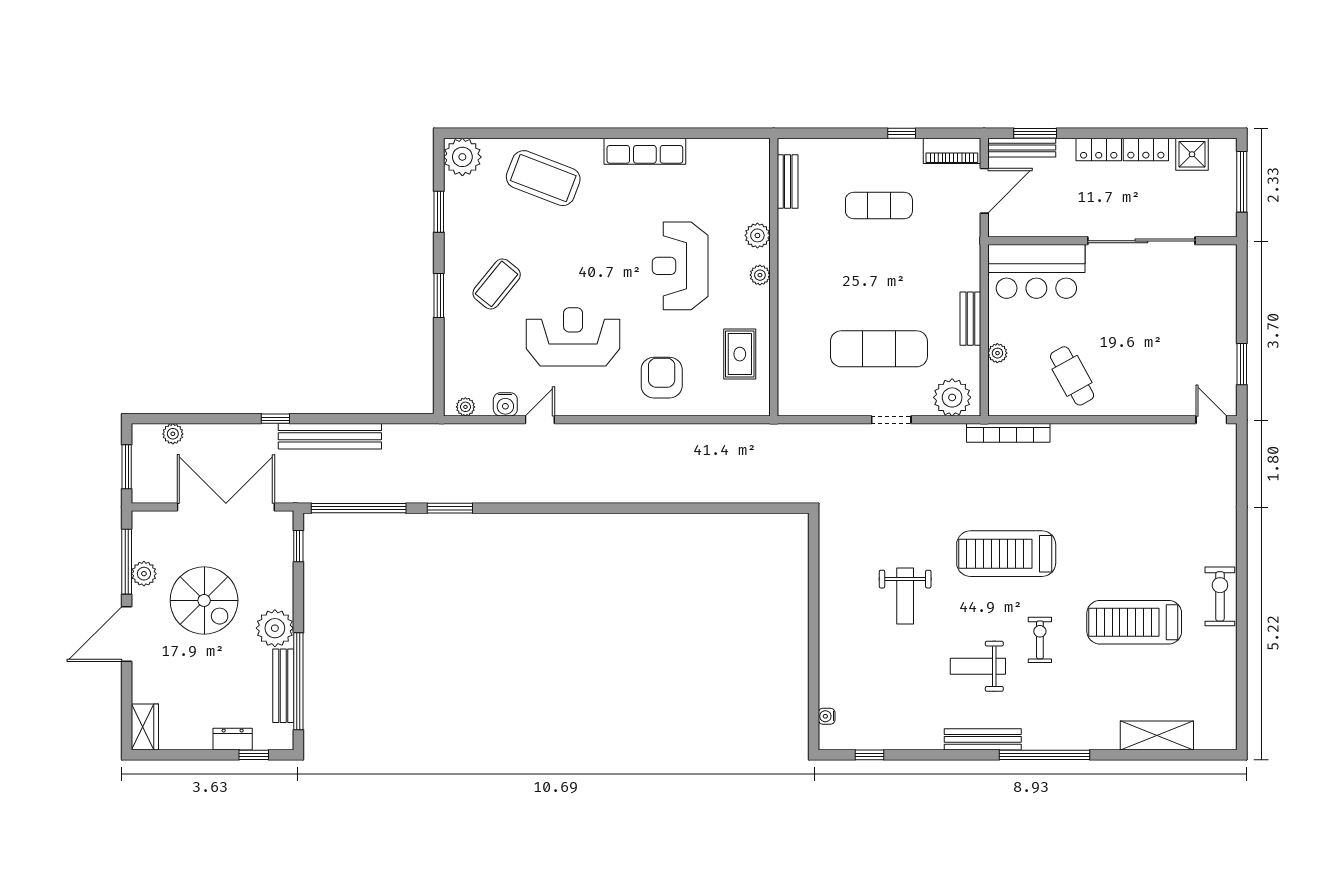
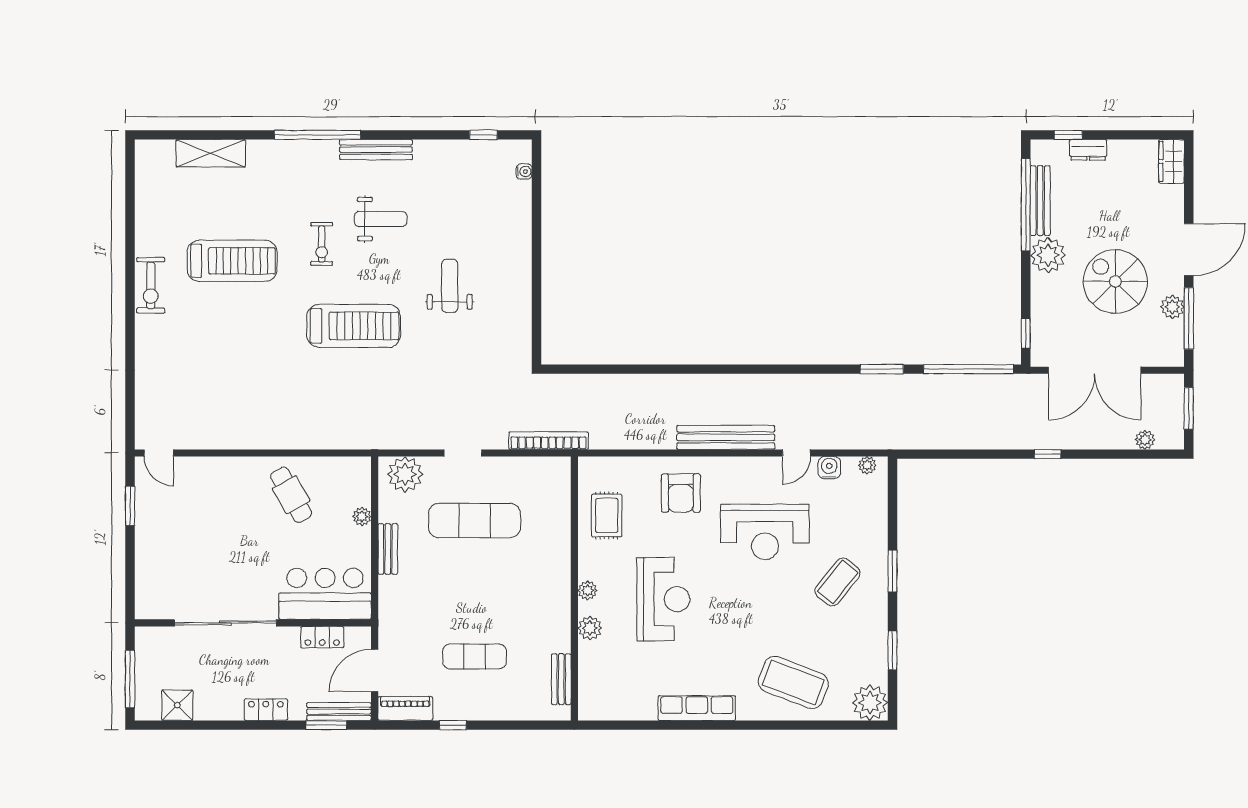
locker: (1146, 149) -> (322, 637), moved, turned 180
bookcase: (1008, 433) -> (548, 441), moved
bench: (330, 436) -> (726, 437), moved

